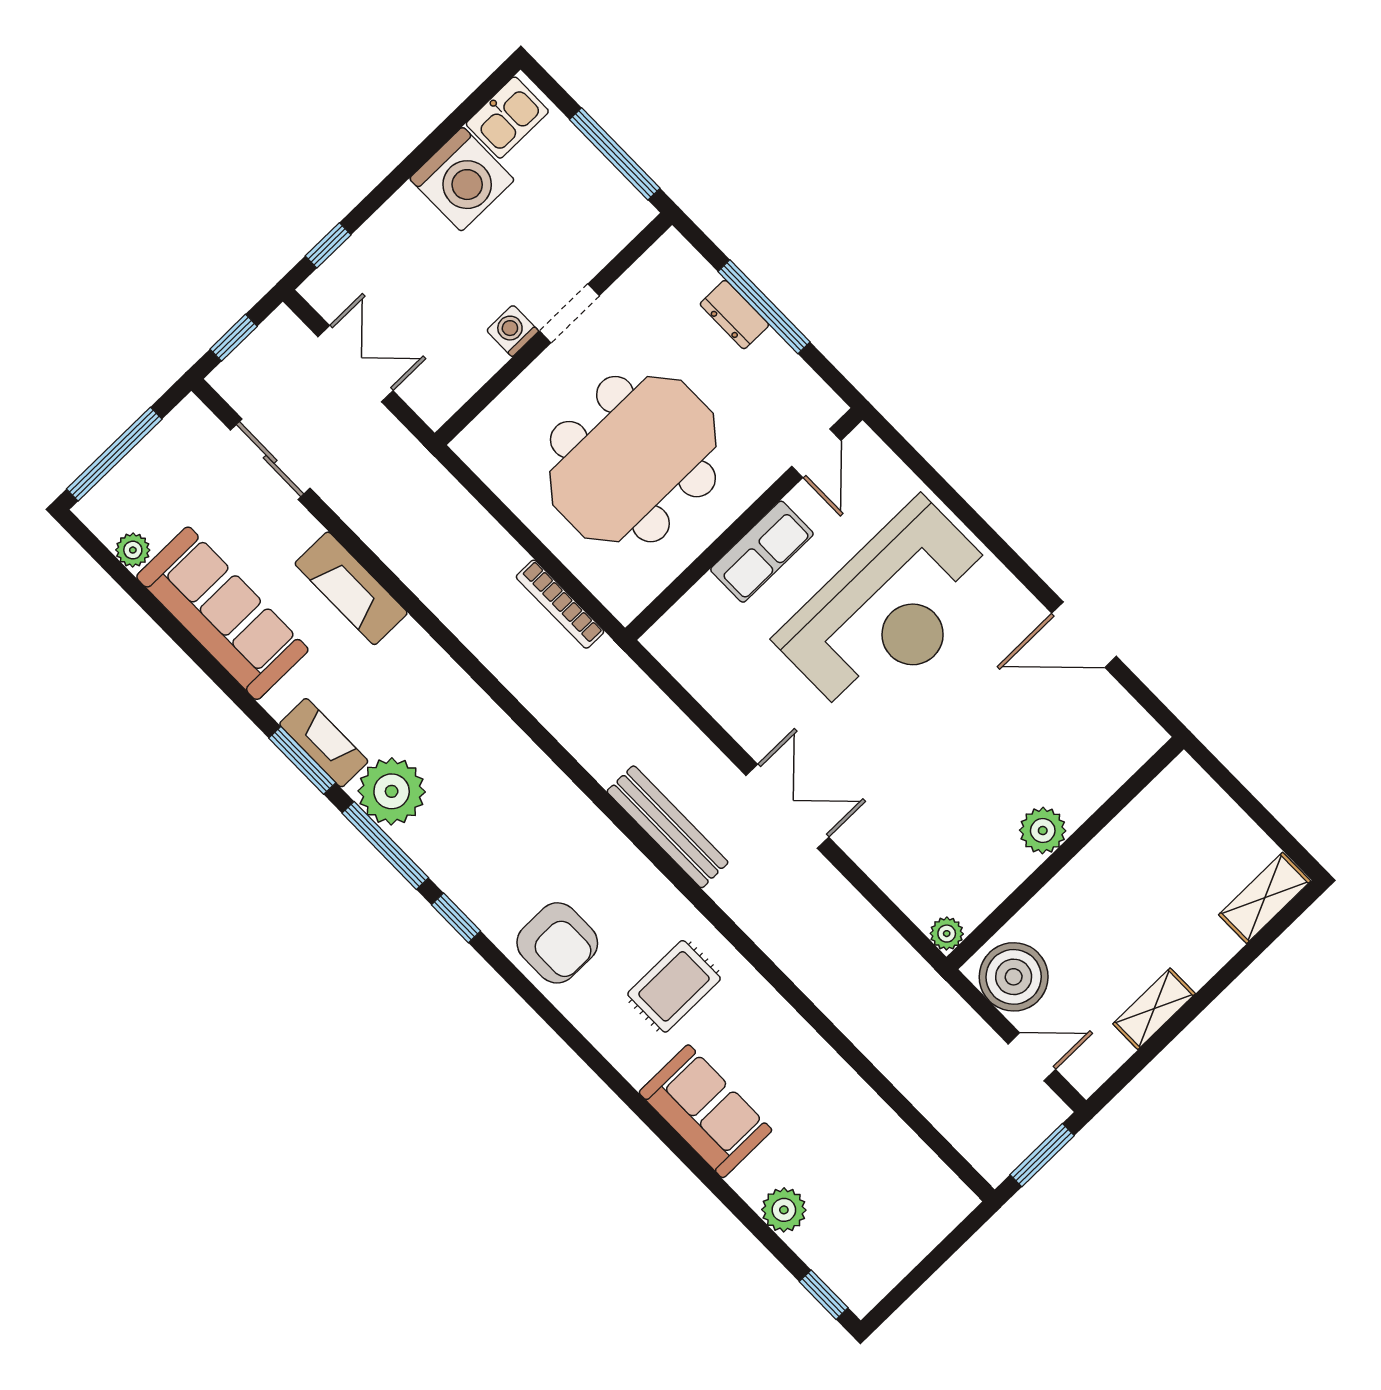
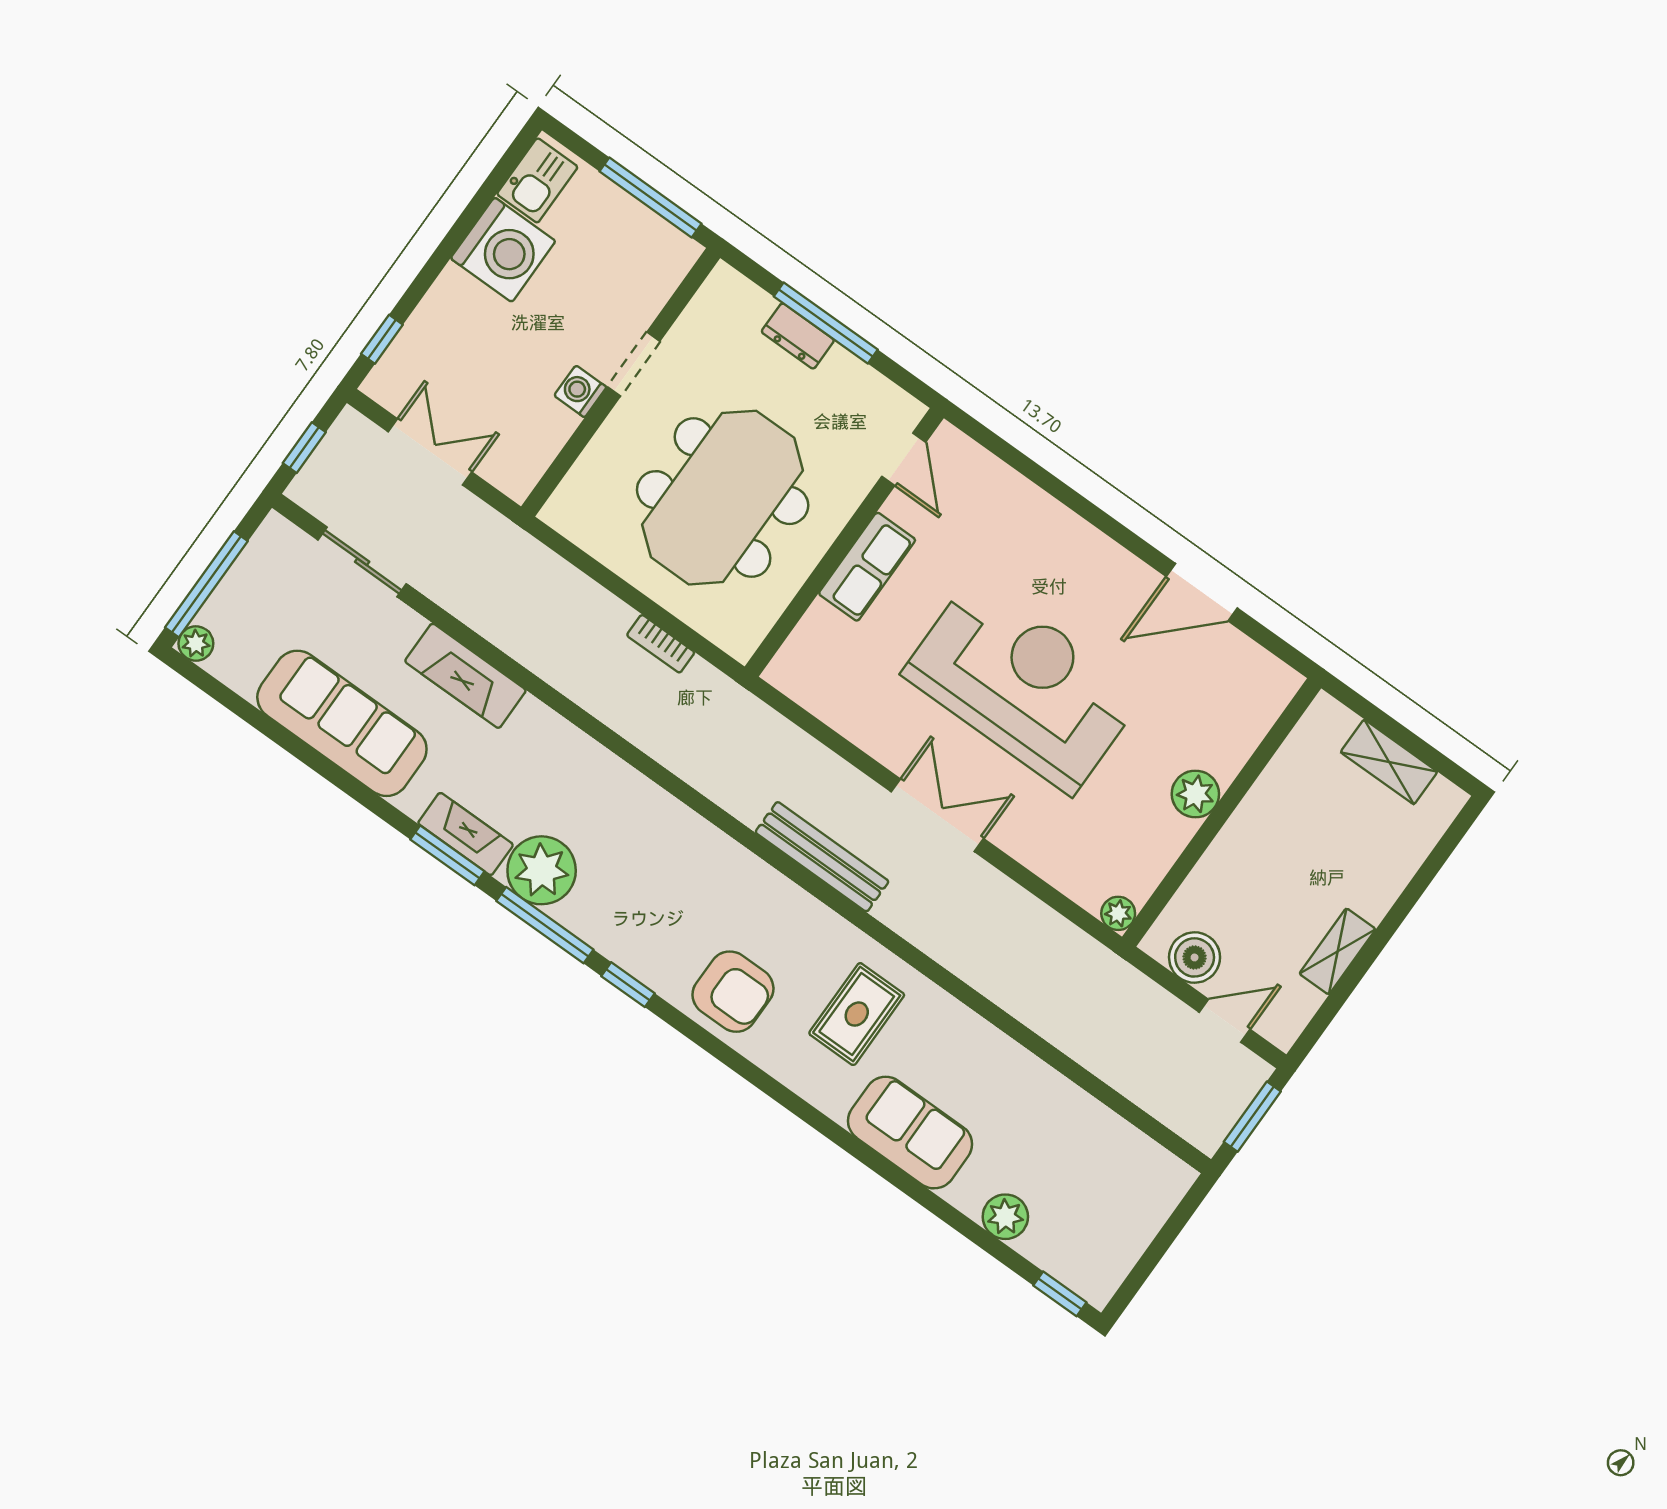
plant: (133, 550) -> (196, 643), moved
bookcase: (560, 604) -> (661, 644), width x0.64
reception desk: (889, 611) -> (1023, 684), moved, turned -90
shelving: (1265, 898) -> (1389, 762), moved, turned 90
boiler: (1014, 977) -> (1195, 957), width x0.73, depth x0.73

